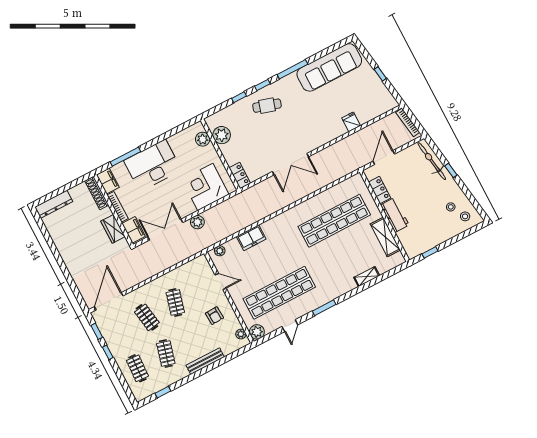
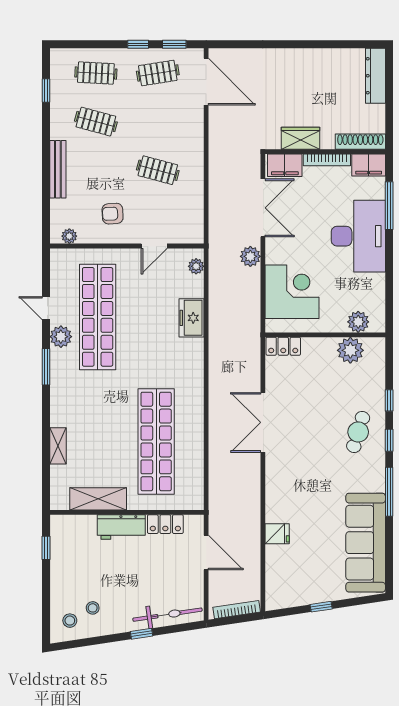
clothes rail: (147, 317) -> (158, 73), moved
plant: (257, 332) -> (61, 337), moved

